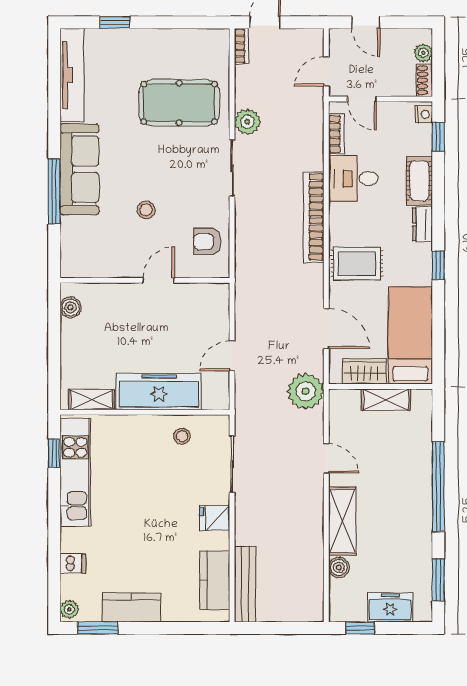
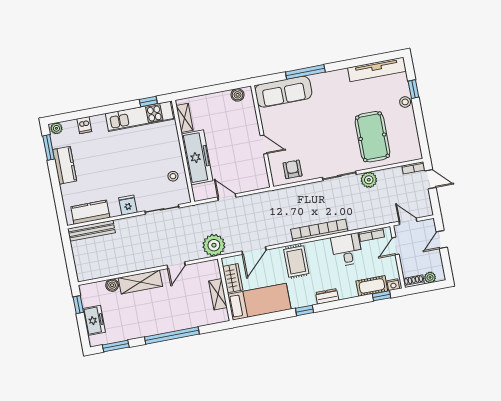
sofa: (79, 169) -> (283, 92), moved
cot: (419, 181) -> (372, 286), moved
stool: (146, 210) -> (405, 102), moved

